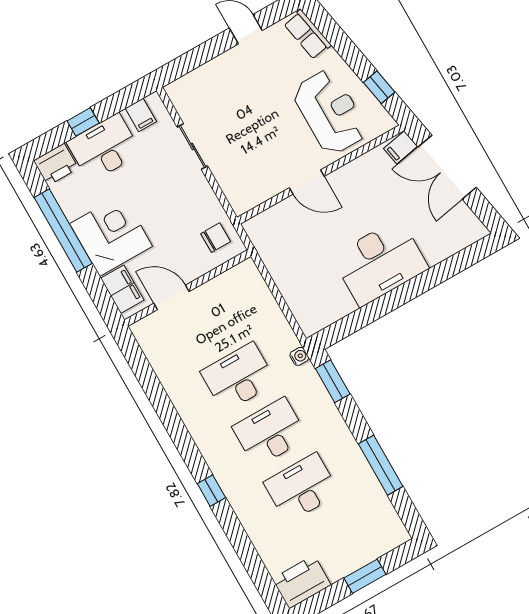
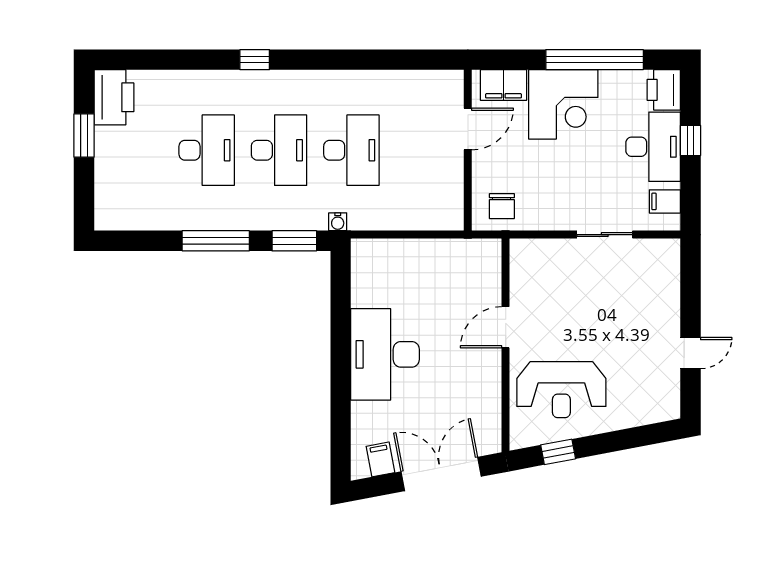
row of seats: (307, 34) -> (651, 411), removed
filing cabinet: (401, 147) -> (380, 459), moved
window: (381, 465) -> (216, 241), moved
window: (365, 576) -> (84, 136), moved

